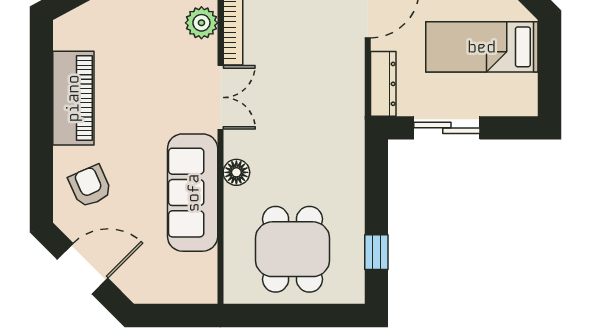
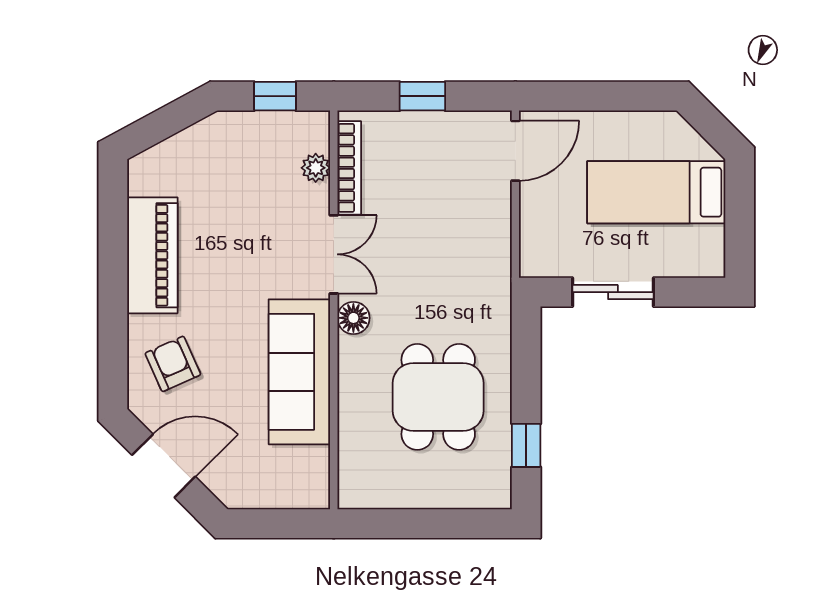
plant: (201, 23) -> (316, 168), width x0.73, depth x0.73
dresser: (383, 84) -> (535, 238), removed
floor lamp: (236, 172) -> (353, 318), moved
dining table: (293, 249) -> (438, 397), moved

